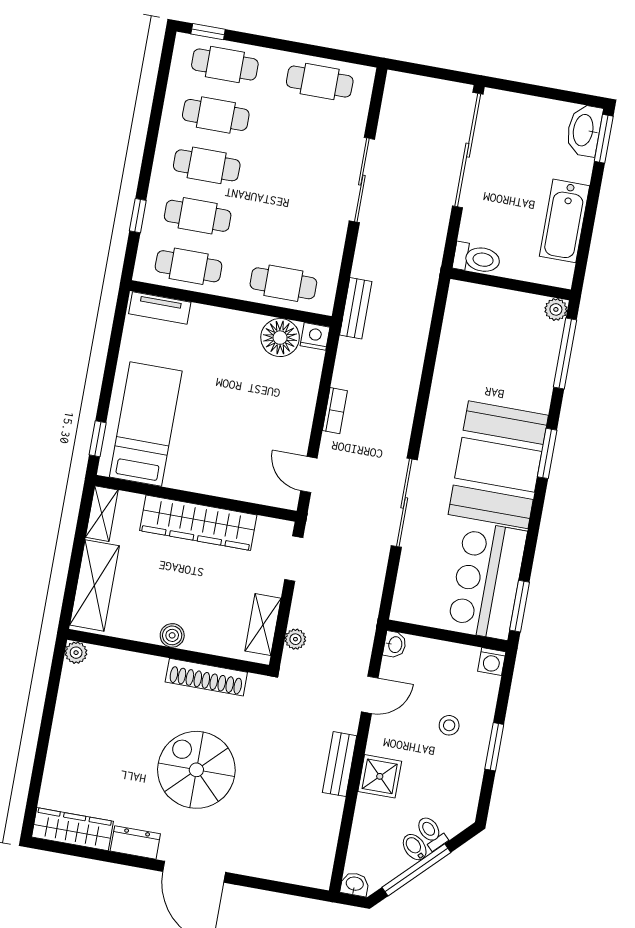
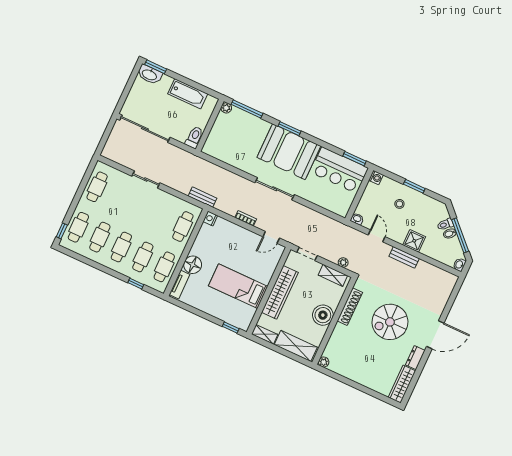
sliding door: (362, 180) -> (146, 179), width x0.73
floor lamp: (280, 338) -> (193, 265), moved
bed: (146, 424) -> (238, 286), moved
sliding door: (404, 503) -> (275, 189), moved
boiler: (172, 635) -> (323, 315), width x1.86, depth x1.86

